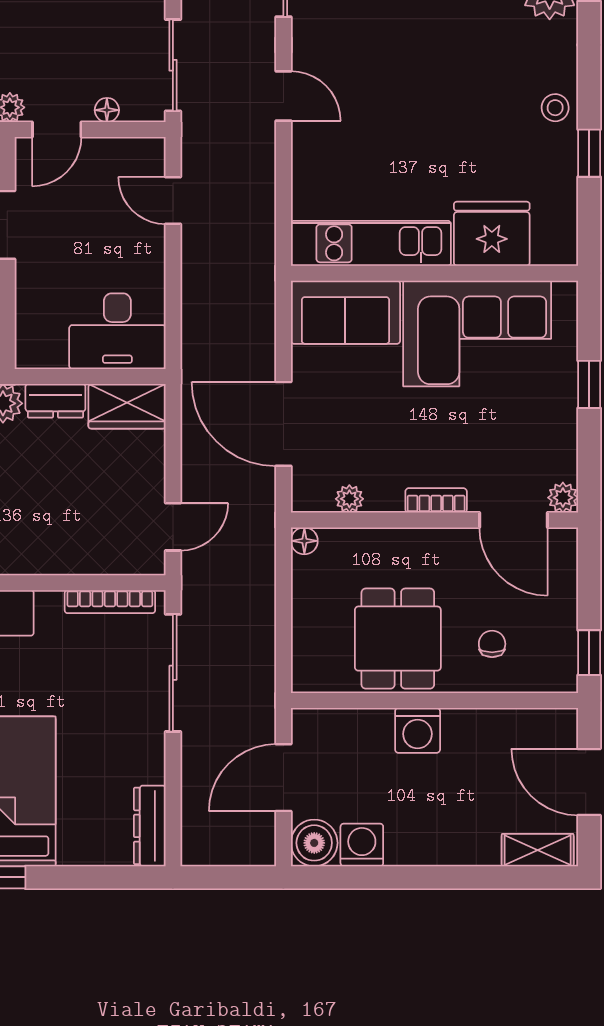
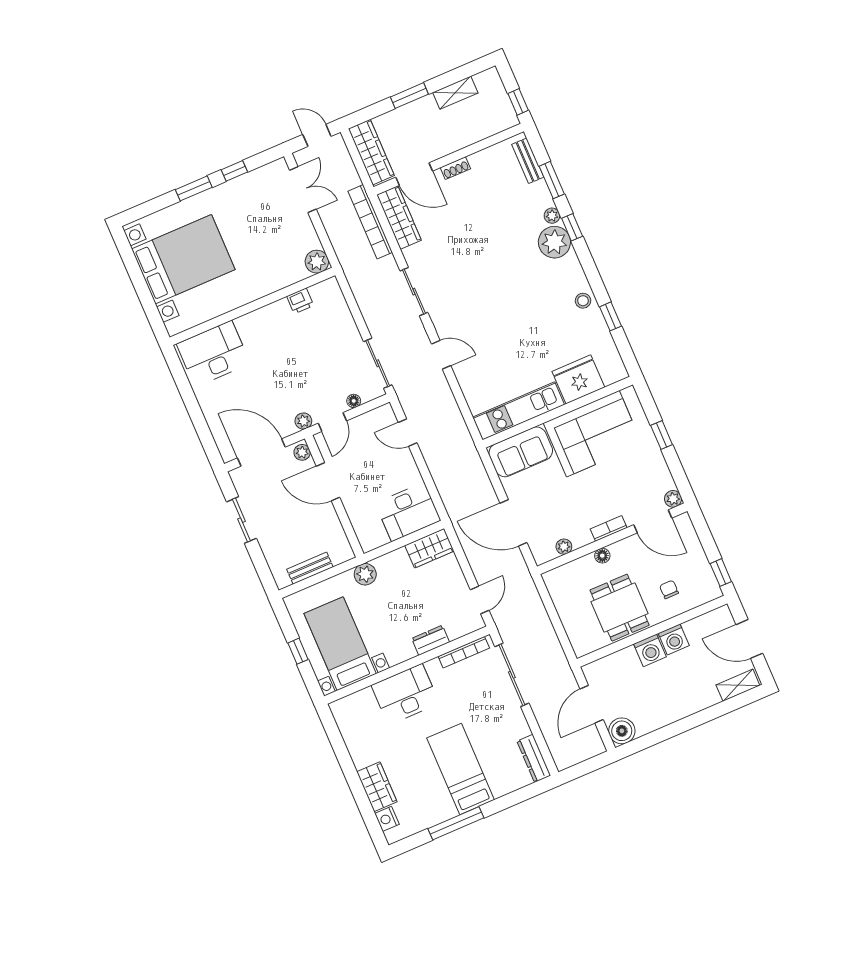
dresser: (55, 401) -> (431, 640), moved, turned 180
floor lamp: (304, 541) -> (602, 556), moved
washing machine: (362, 845) -> (674, 639), moved, turned 180

